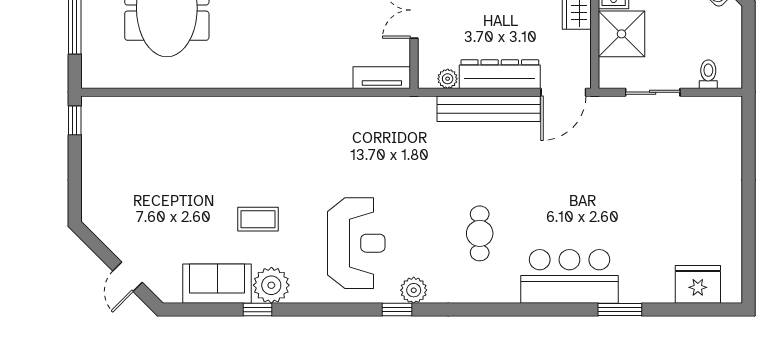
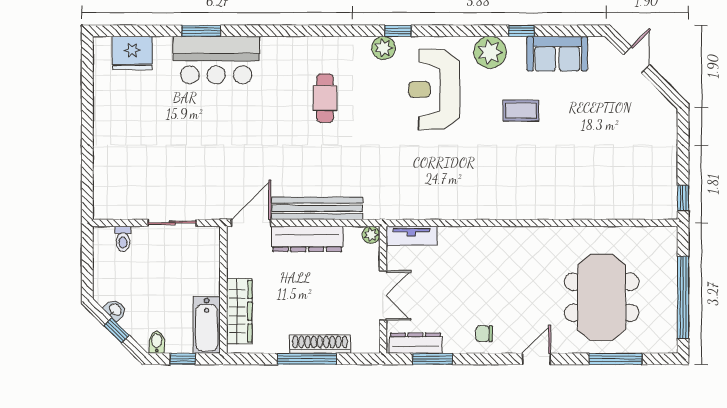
shower: (621, 34) -> (200, 274), removed
plant: (448, 79) -> (371, 235), moved
bar counter: (569, 276) -> (216, 60), moved
plant: (271, 285) -> (490, 52), moved

